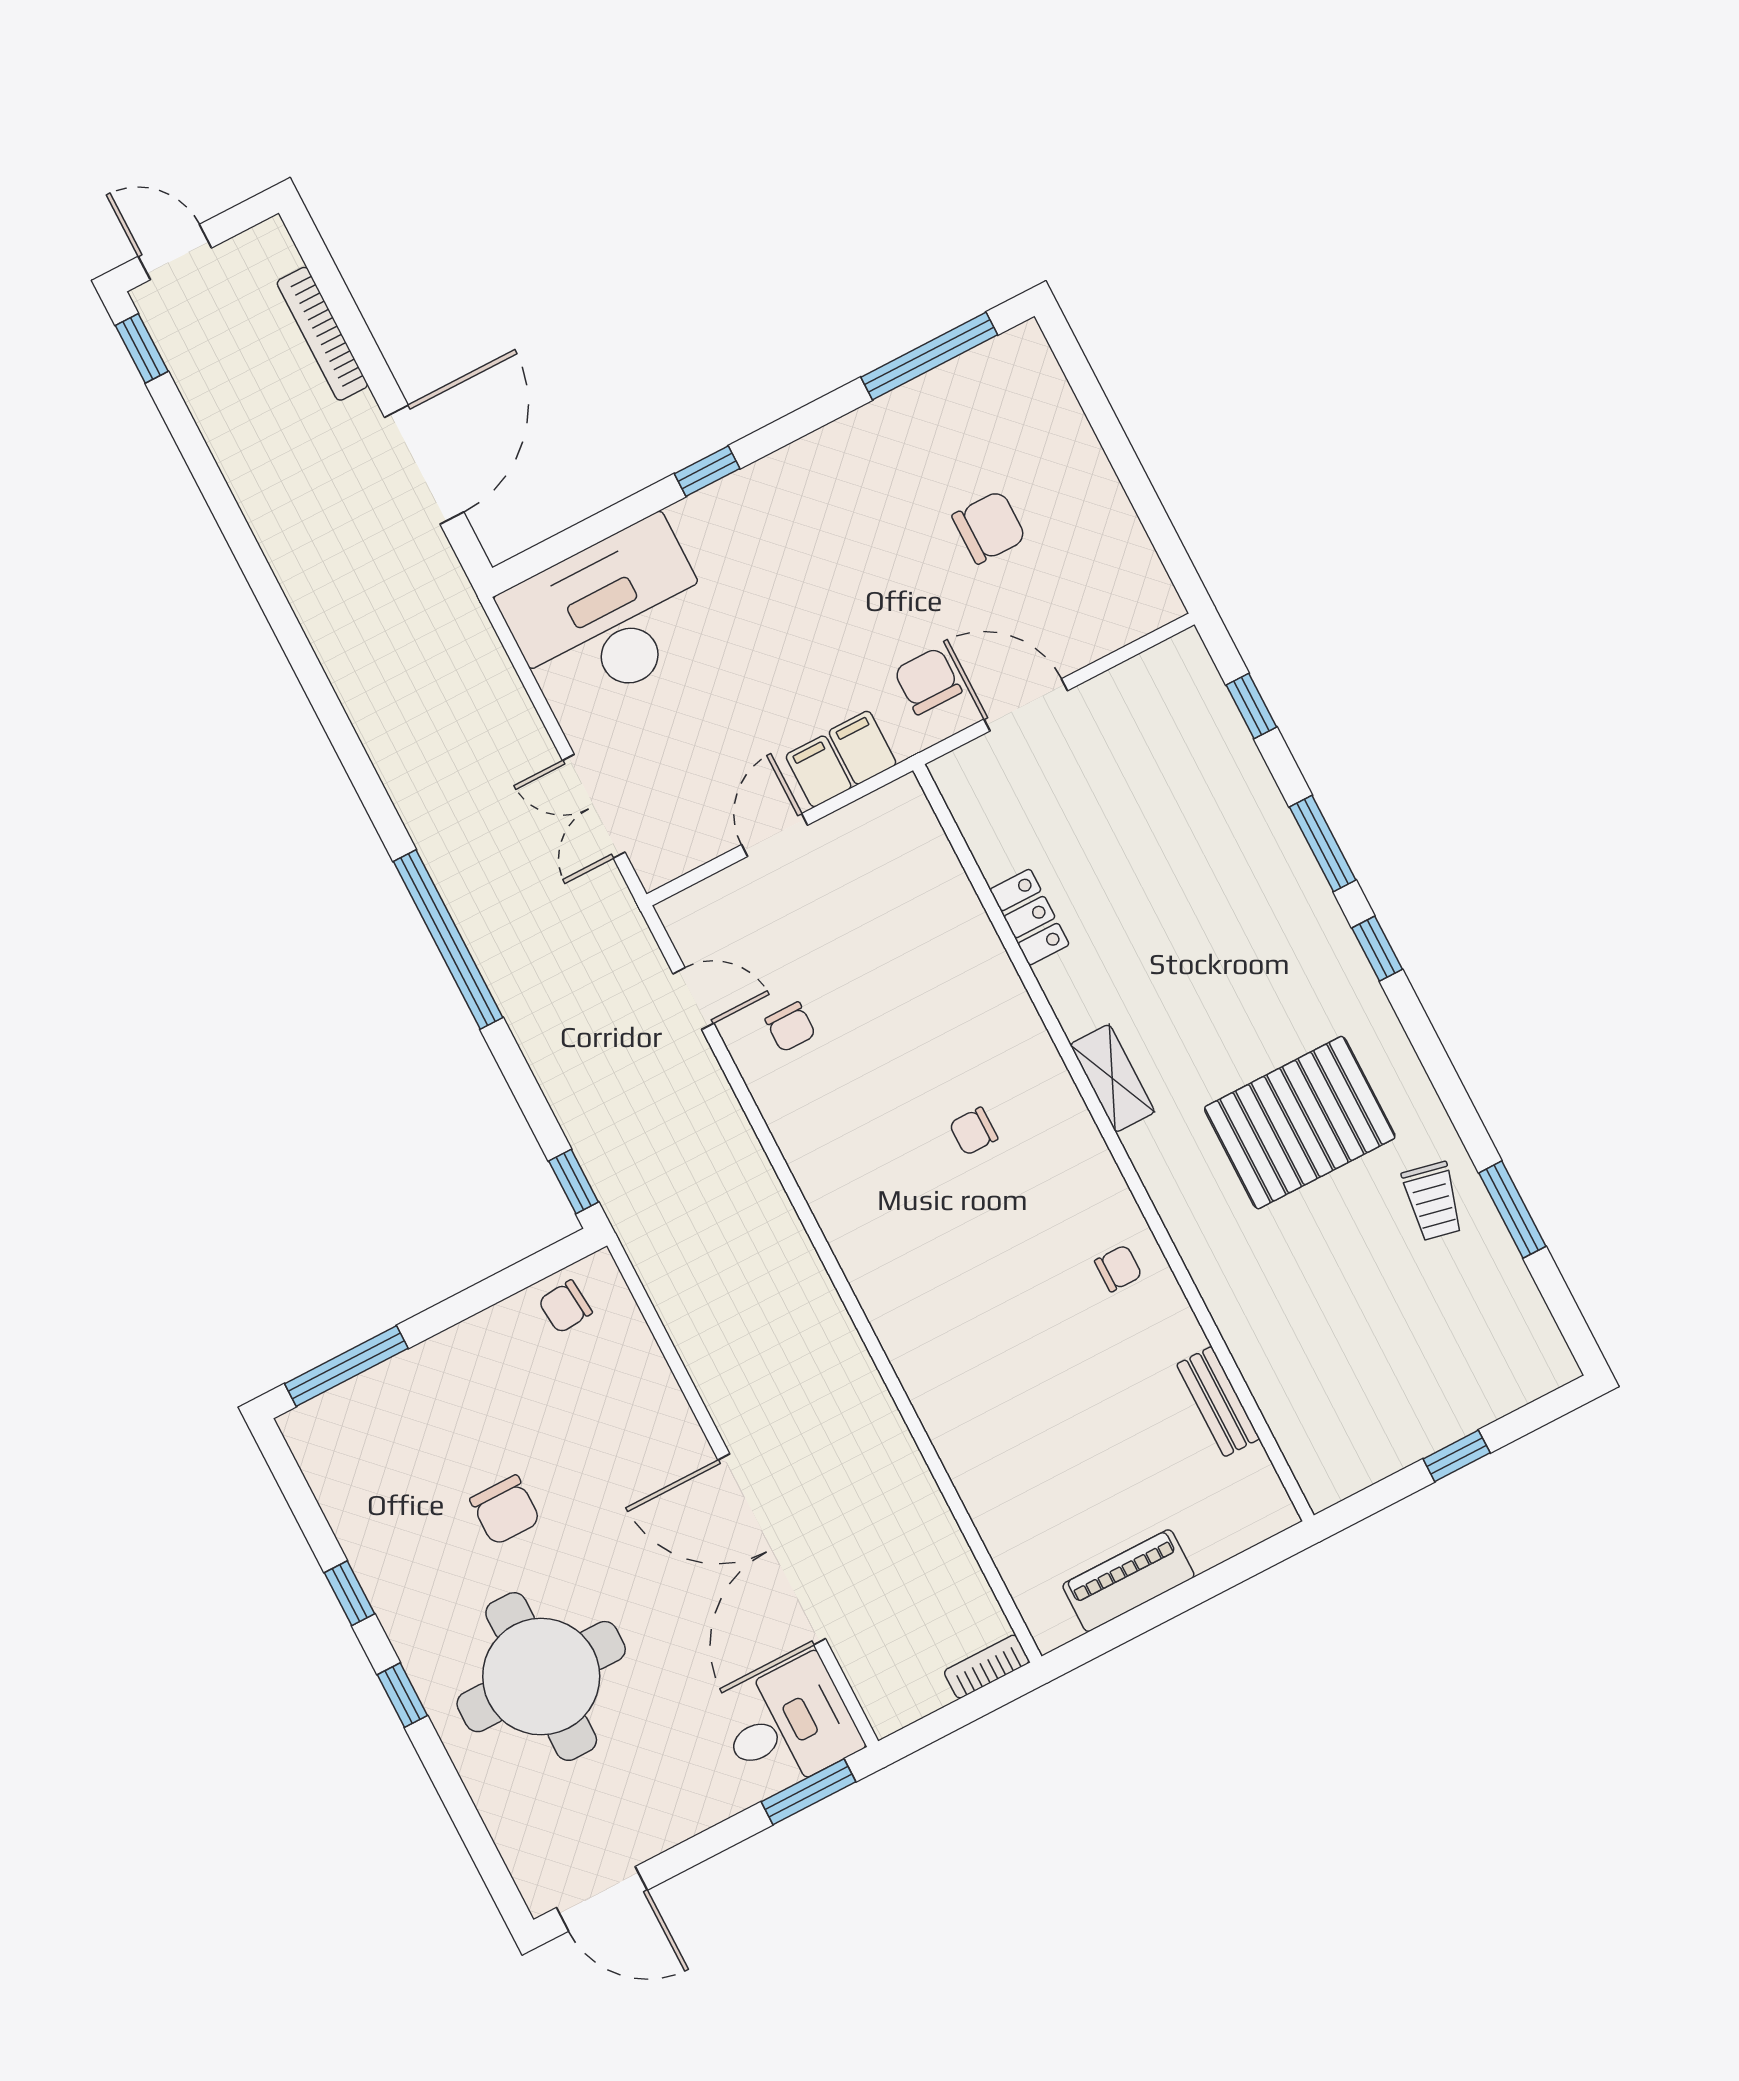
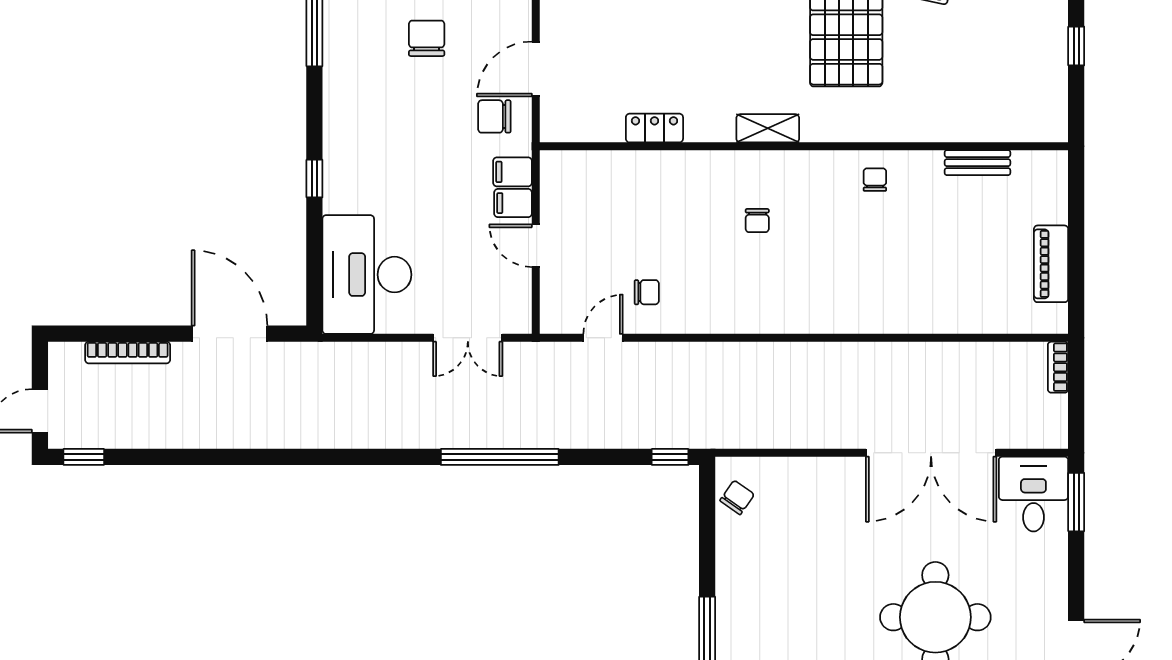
chair: (565, 1307) -> (737, 497), turned -140
chair: (505, 1510) -> (833, 589), removed

